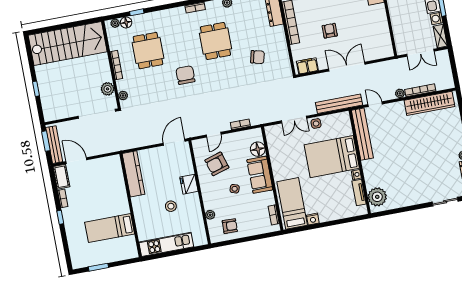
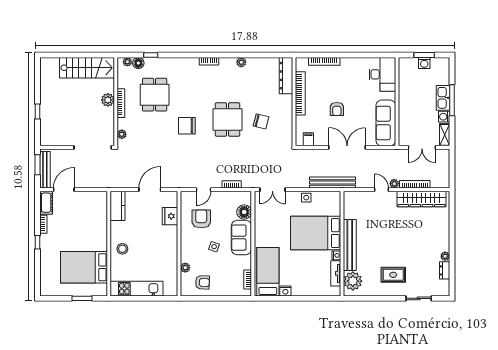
armchair: (330, 31) -> (337, 109), turned 180
sofa: (380, 35) -> (386, 123), added
dining table: (215, 41) -> (227, 119), moved
stairs: (68, 44) -> (87, 68), width x0.73, depth x0.66
filing cabinet: (307, 66) -> (308, 139), width x0.50
chair: (185, 75) -> (187, 126), turned -90
plant: (108, 89) -> (108, 100), moved
door: (375, 104) -> (381, 190), moved
double door: (294, 120) -> (272, 190), moved
bench: (362, 134) -> (350, 245), moved
door: (174, 142) -> (150, 190), moved
door: (76, 161) -> (64, 190), hinge flipped
armchair: (217, 164) -> (201, 219), turned 107
kitchen counter: (134, 174) -> (118, 206), width x0.67
rug: (416, 183) -> (393, 275), added
fridge: (189, 184) -> (170, 216), moved
stool: (171, 206) -> (122, 249), moved
bed: (110, 228) -> (84, 267), width x1.50
window: (98, 267) -> (82, 298), moved

